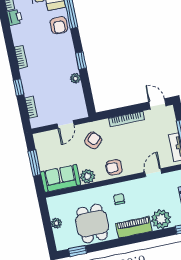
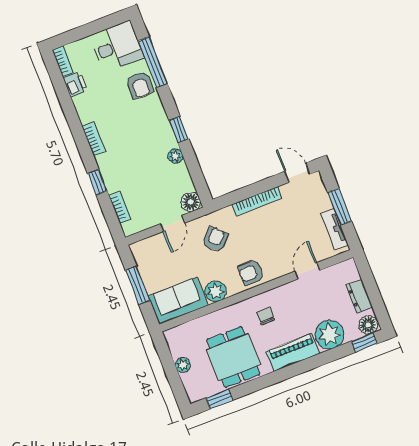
floor lamp: (81, 112) -> (191, 202), added

